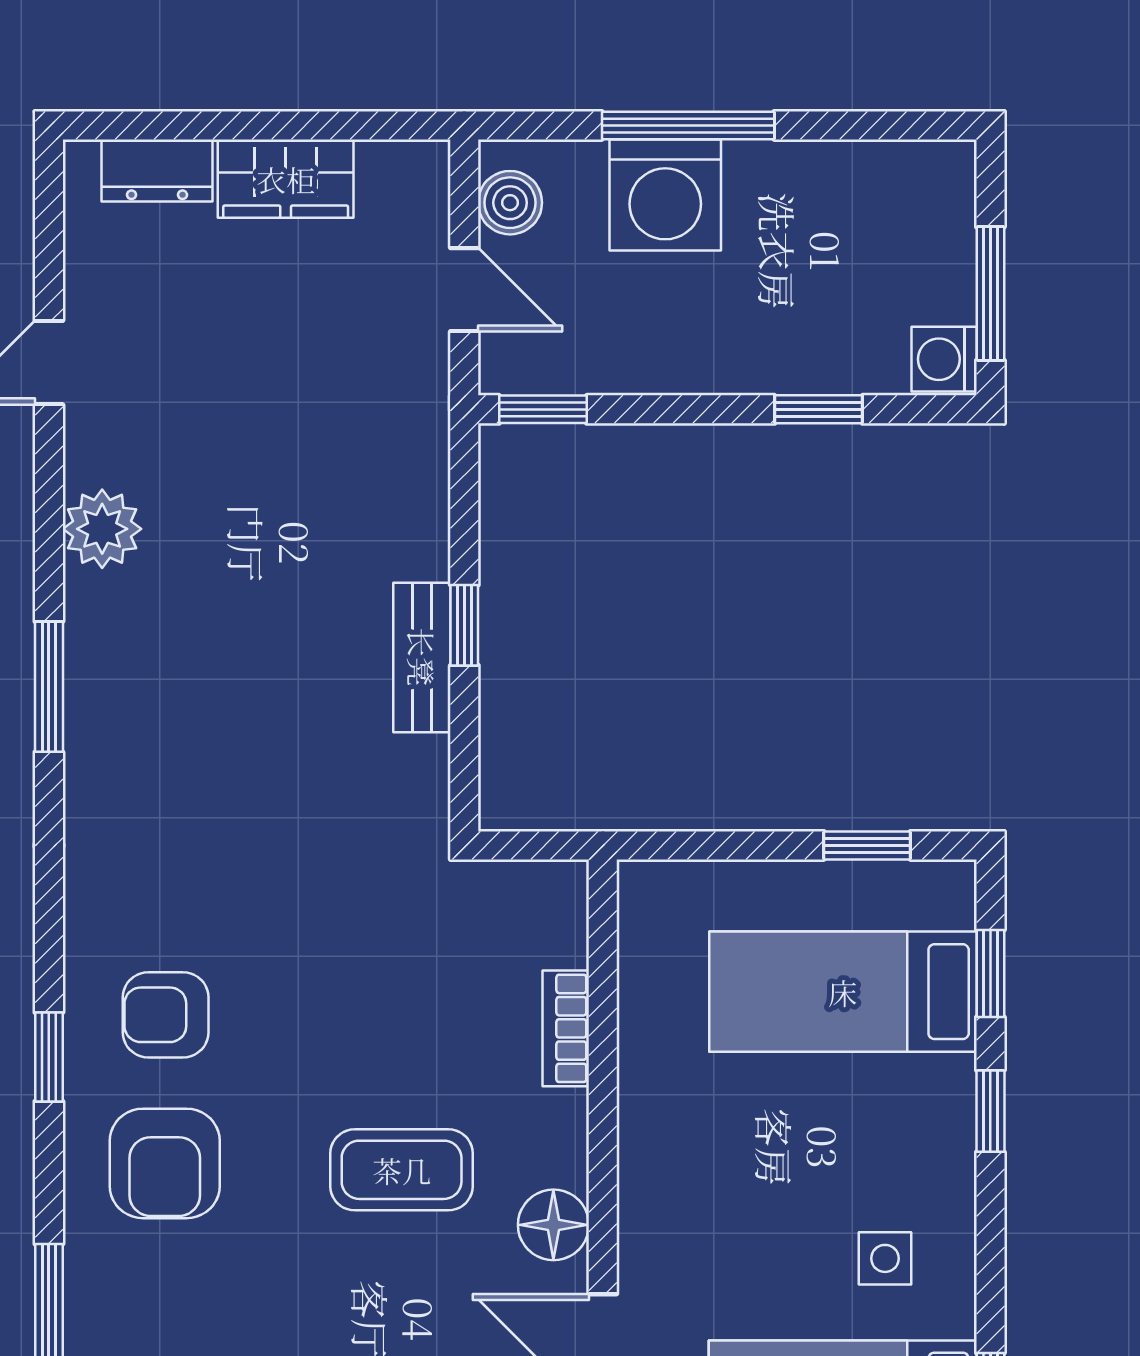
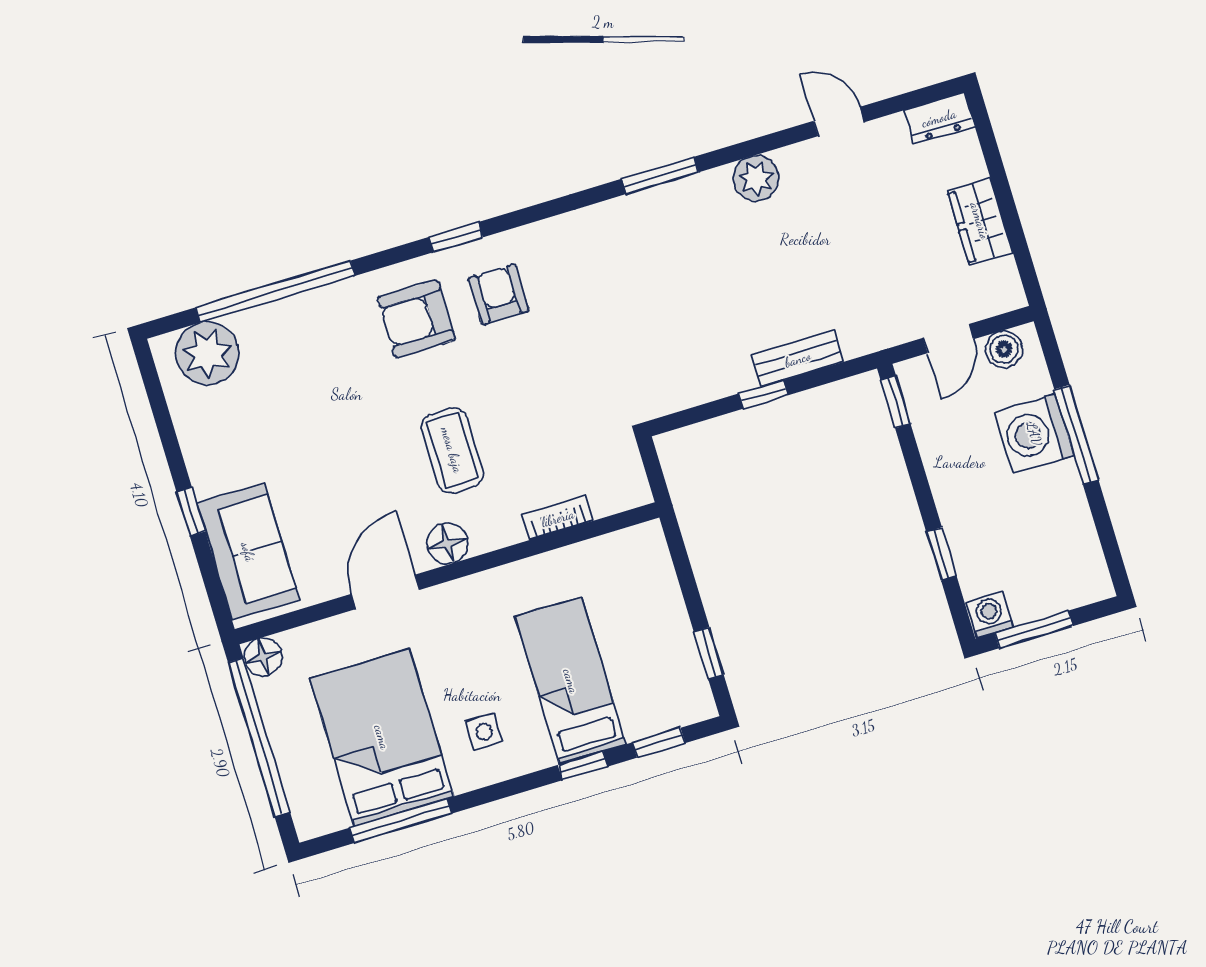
dresser: (157, 170) -> (939, 118), moved, turned -90
bench: (422, 657) -> (798, 359), moved
bed: (843, 992) -> (571, 681), moved

